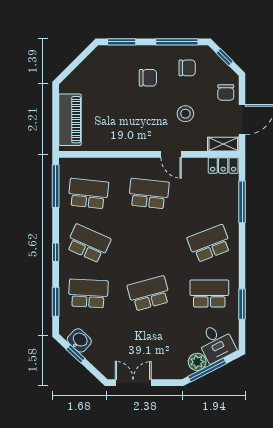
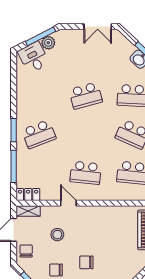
school desk: (209, 293) -> (39, 96), removed
window: (242, 304) -> (14, 130), moved

